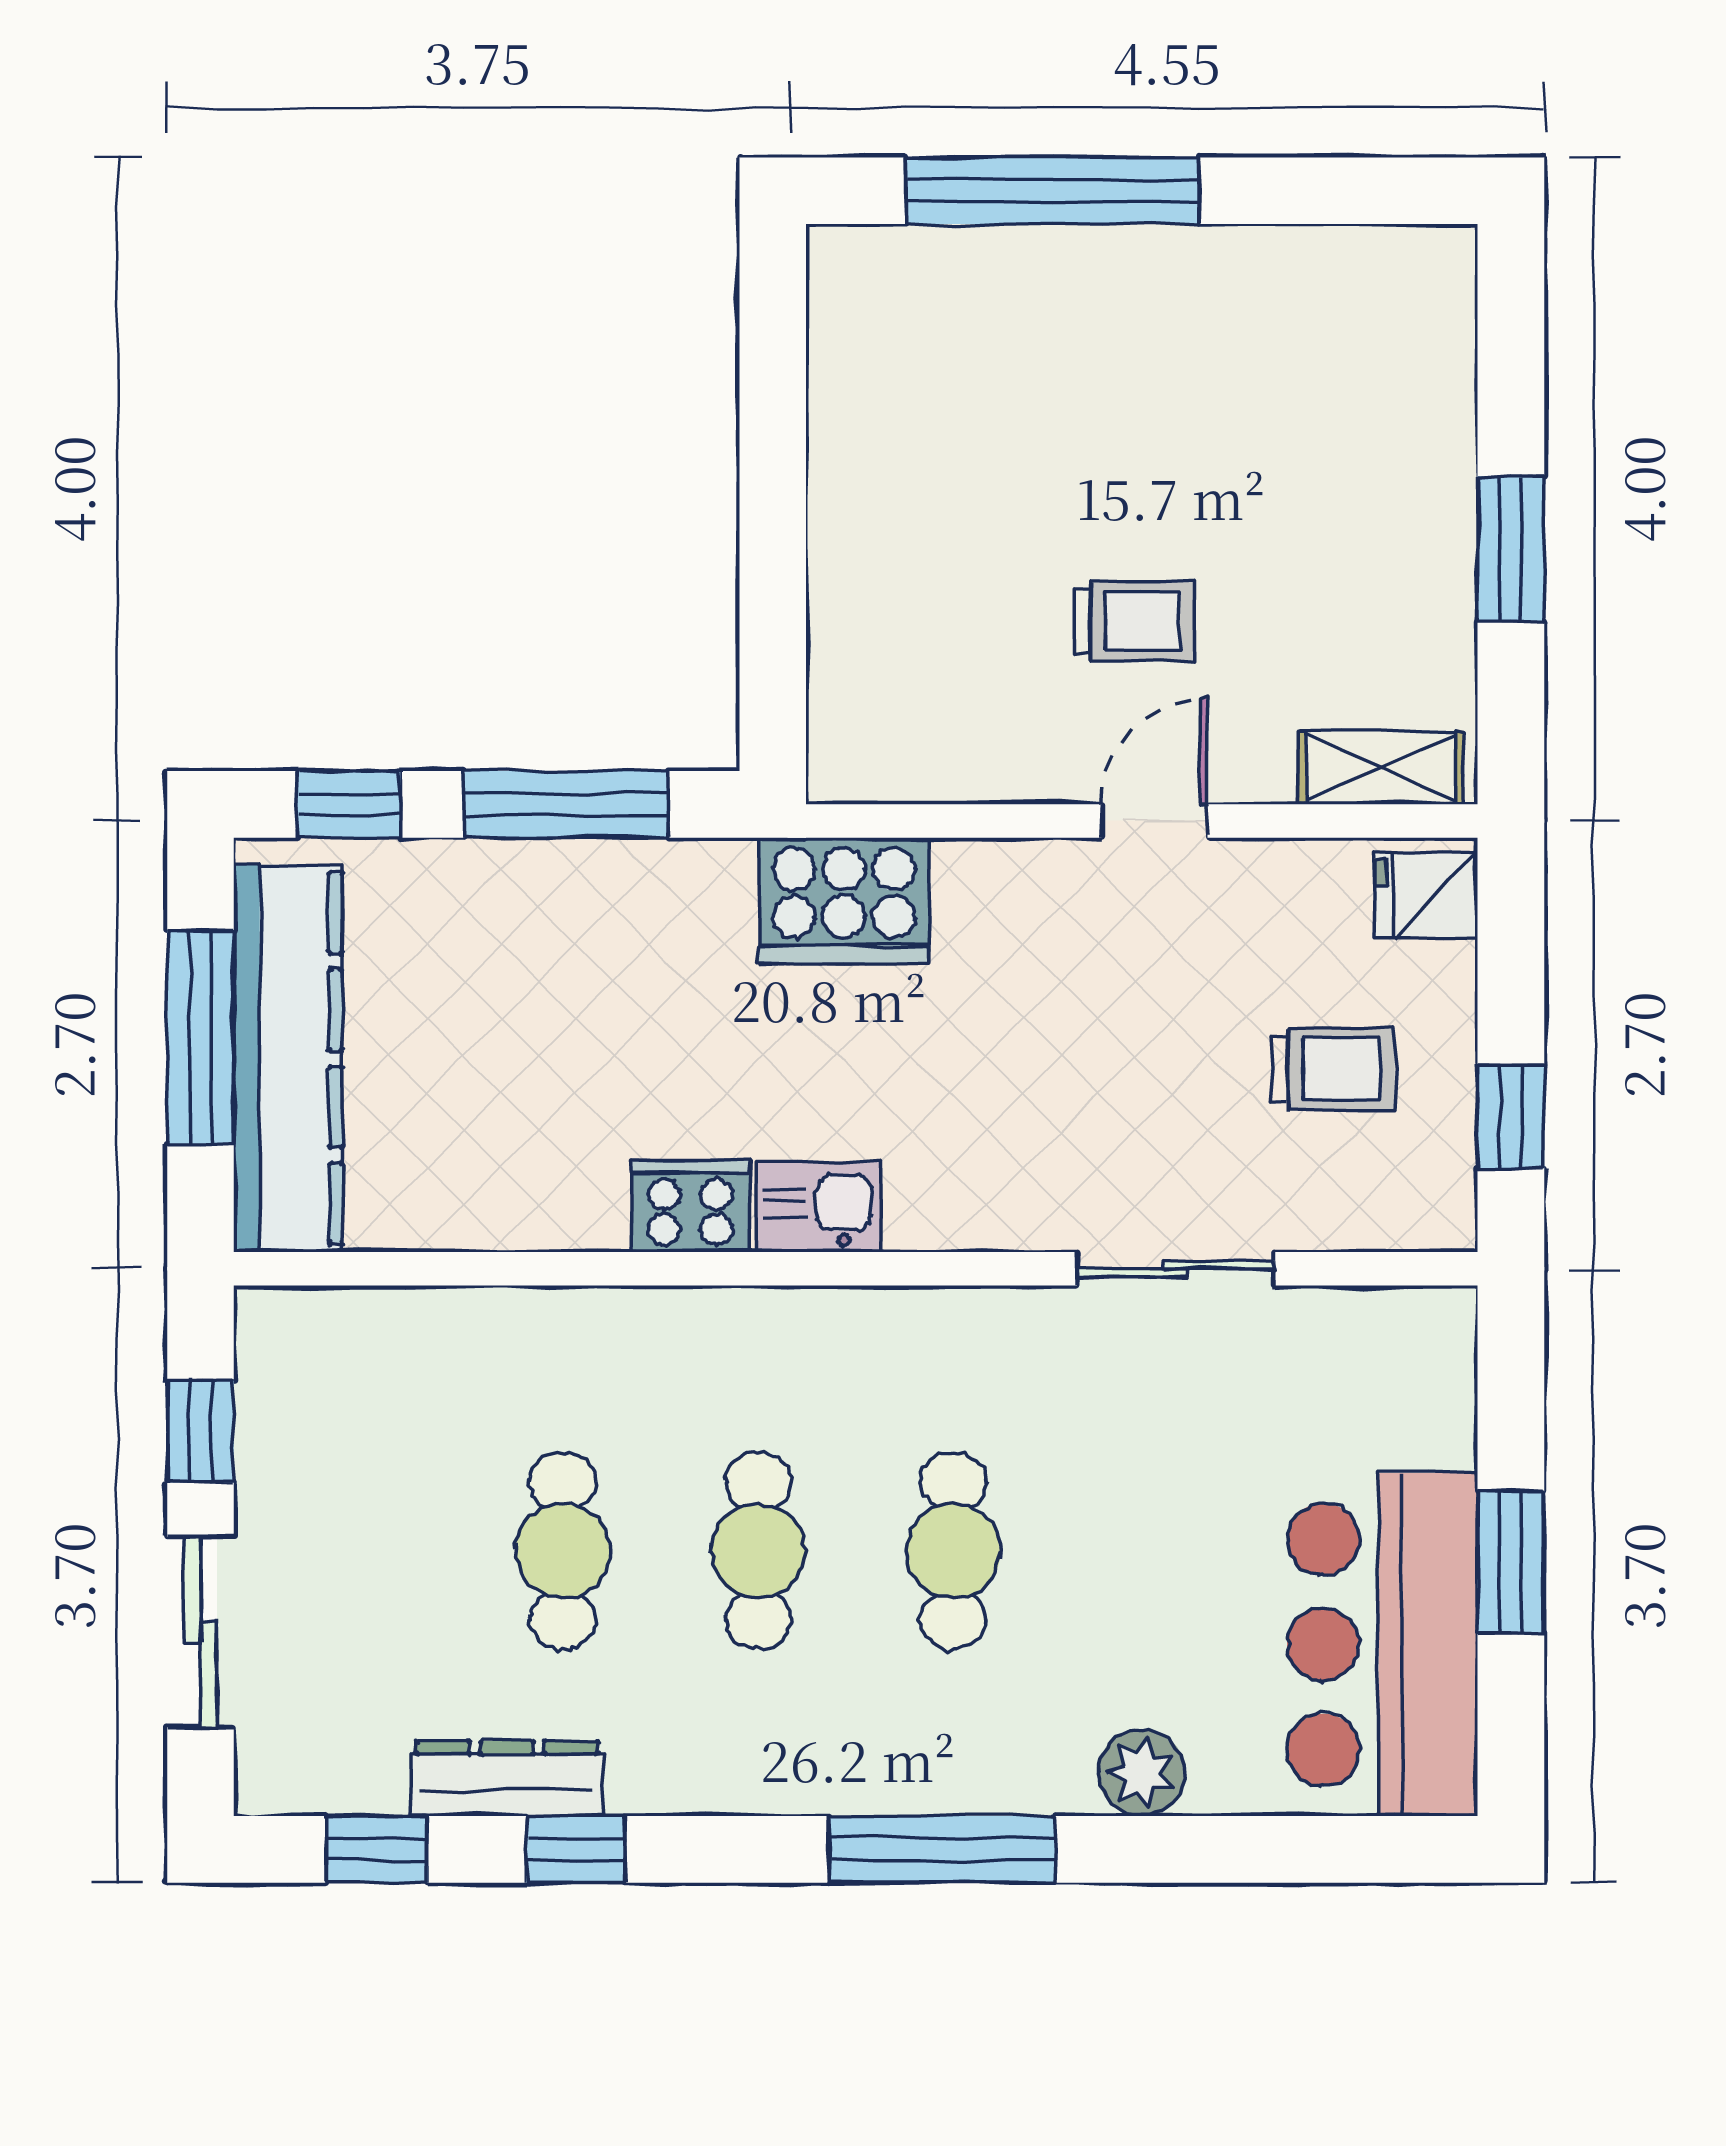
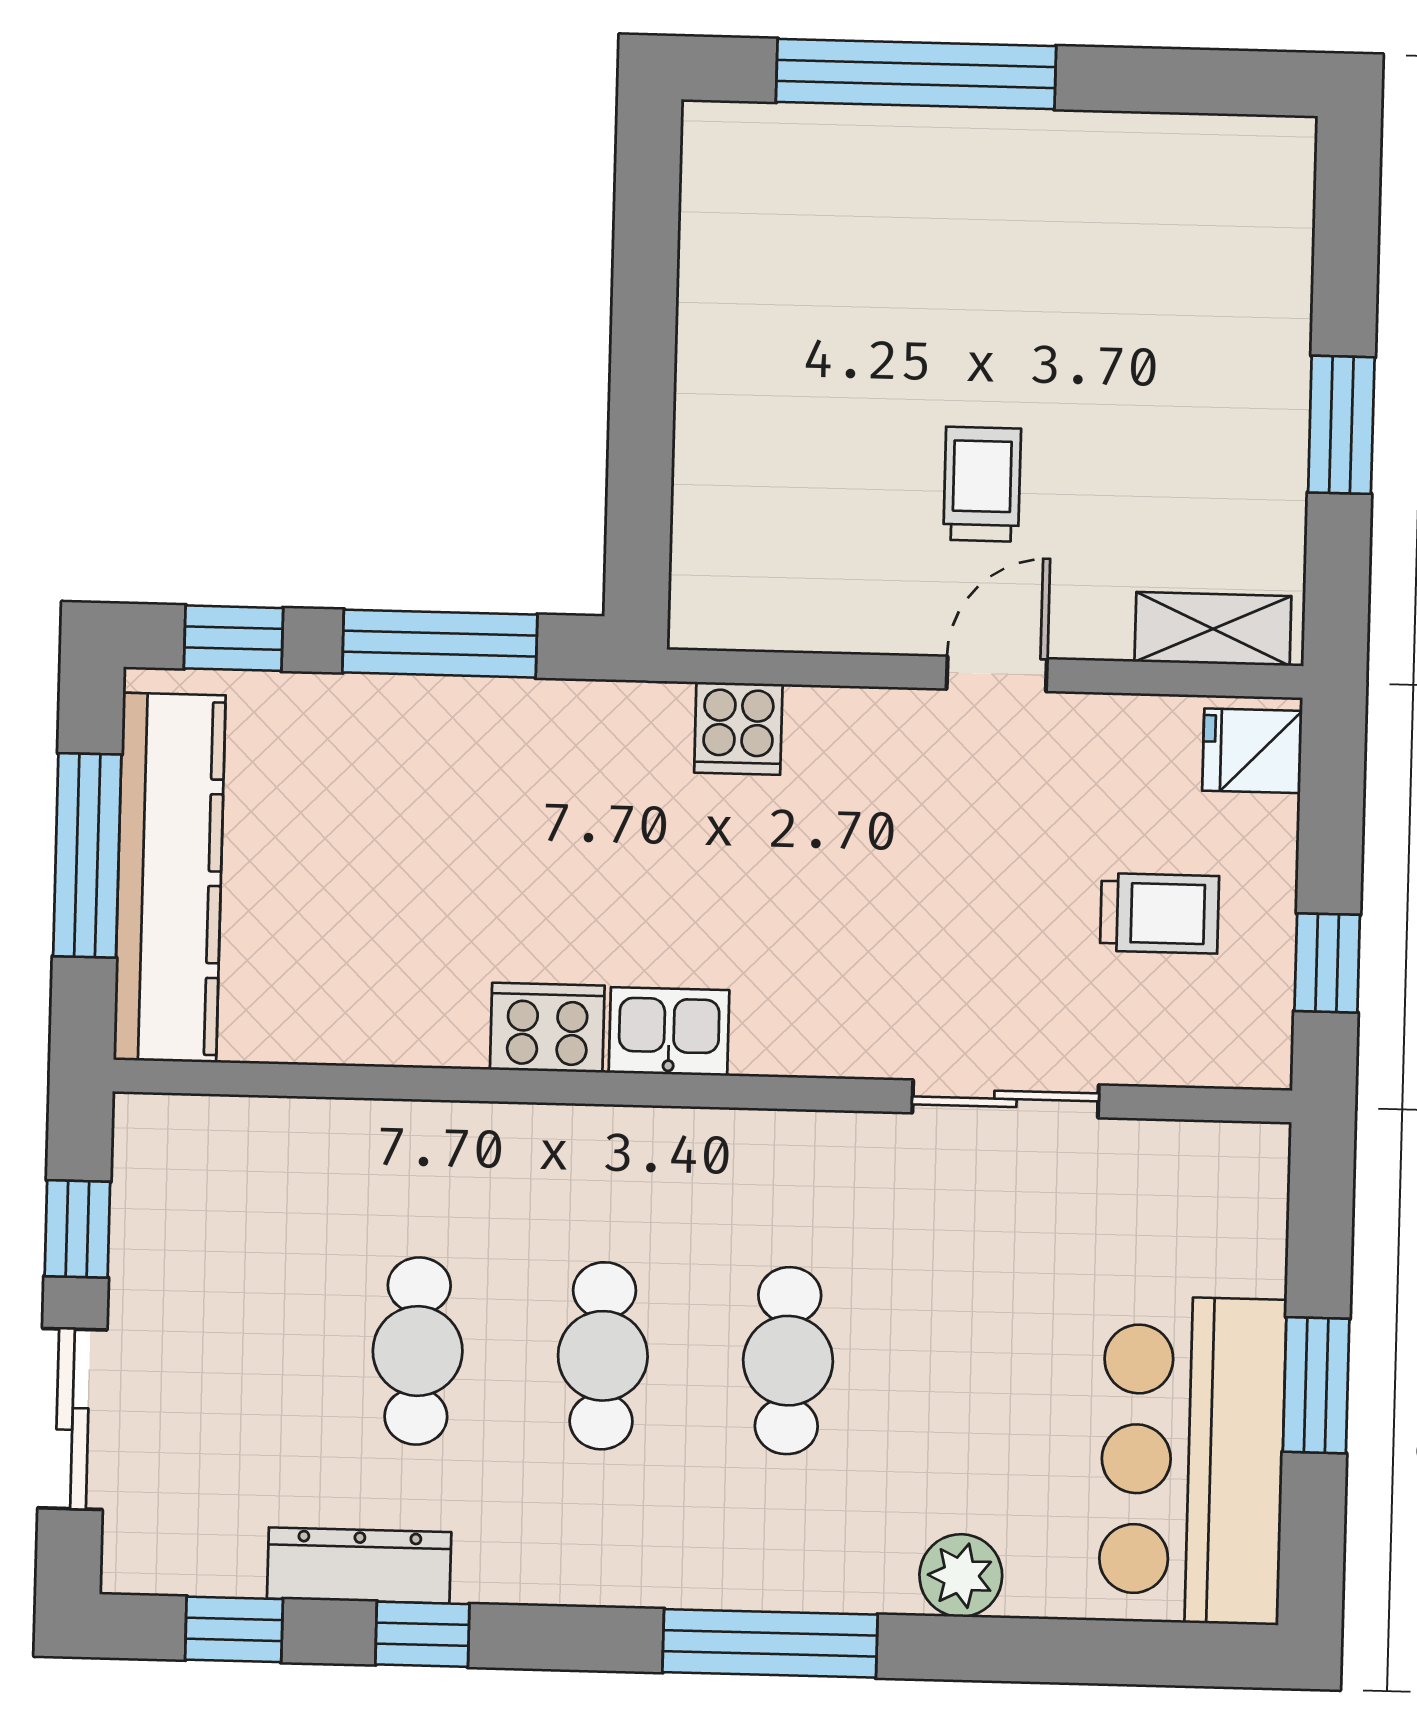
trolley: (1134, 621) -> (982, 484), turned -90
cooker: (844, 900) -> (738, 728), width x0.53, depth x0.76

